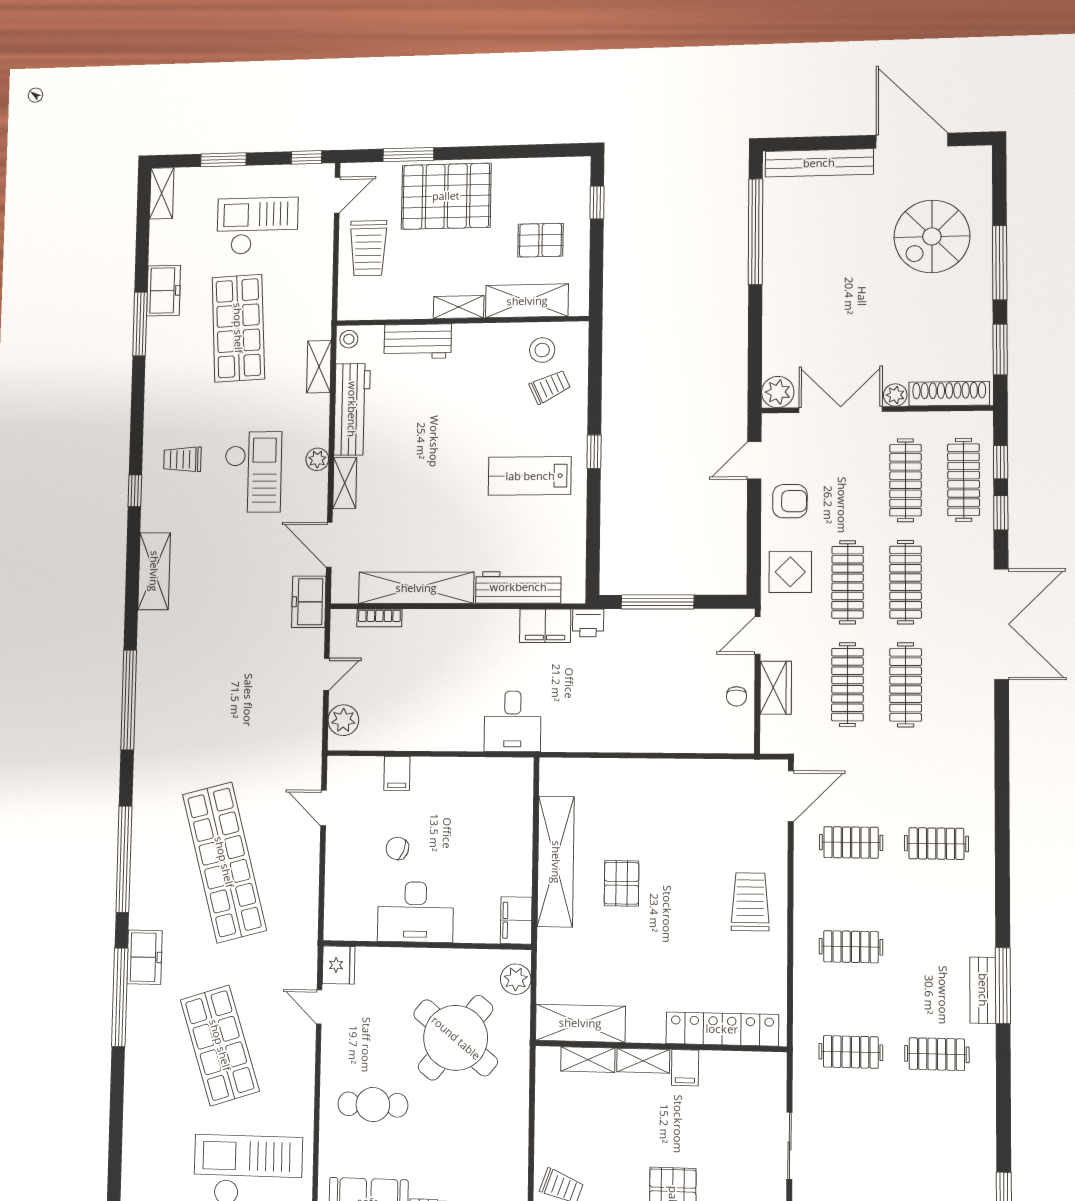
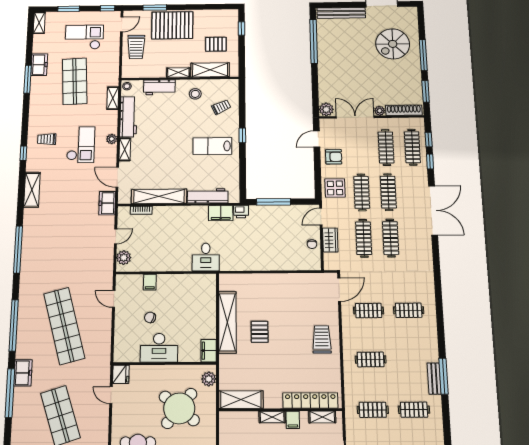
stool: (542, 350) -> (195, 94), moved
shelving: (588, 1060) -> (322, 417), moved

